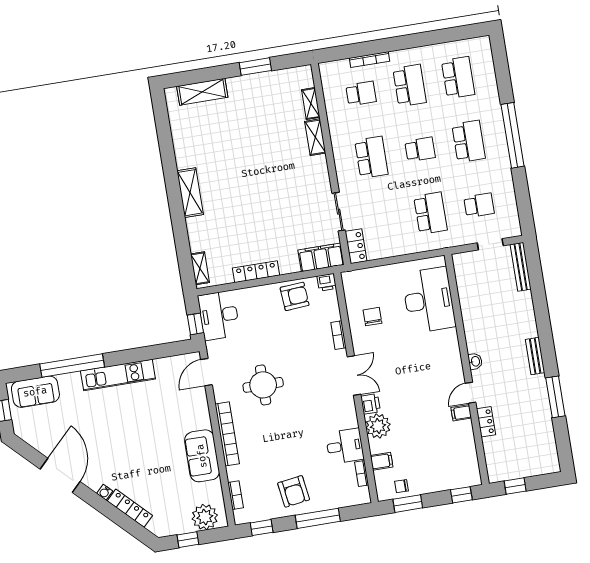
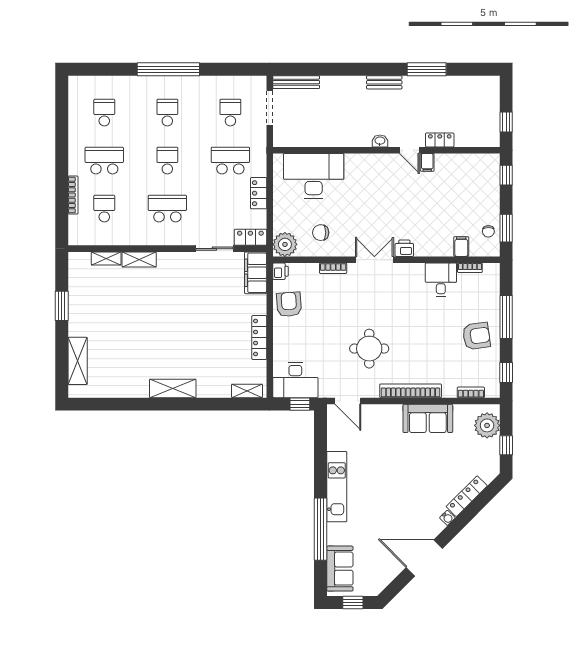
school desk: (458, 78) -> (104, 113), width x0.54
school desk: (469, 141) -> (167, 113), width x0.54
doorway: (490, 244) -> (270, 108), width x1.38
locker: (402, 247) -> (259, 193), added
plant: (378, 426) -> (285, 244), moved

